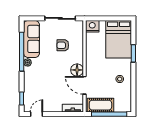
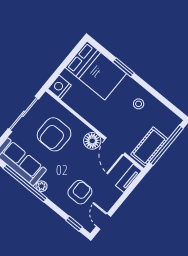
armchair: (63, 45) -> (54, 134), width x1.88, depth x1.88
door: (84, 85) -> (115, 146), hinge flipped
armchair: (42, 87) -> (80, 192), added

